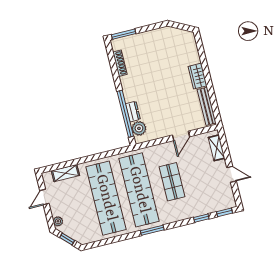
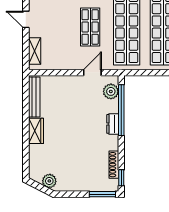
plant: (174, 34) -> (49, 181), added
window: (110, 53) -> (121, 178), added
dresser: (133, 112) -> (113, 124), moved
door: (181, 136) -> (92, 73), moved

